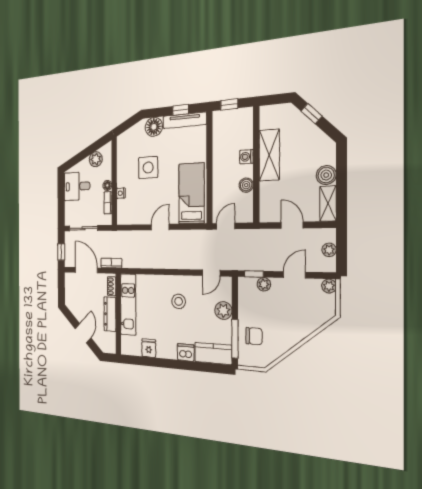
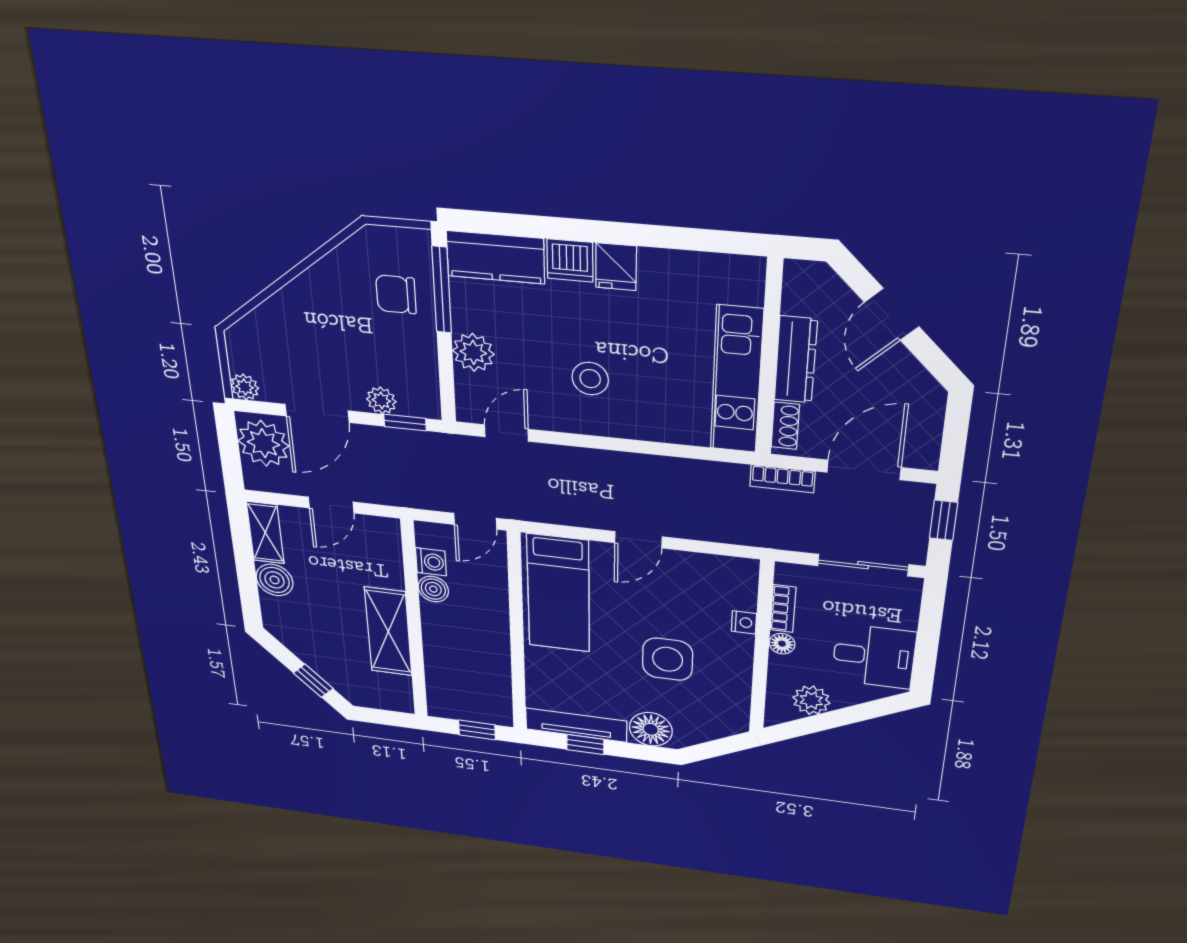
washing machine: (246, 157) -> (431, 562), moved
door: (292, 225) -> (331, 505), hinge flipped
plant: (329, 250) -> (263, 443), width x1.87, depth x1.87
door: (86, 270) -> (864, 470), swing flipped
door: (294, 275) -> (317, 413), width x1.38
fridge: (149, 348) -> (616, 267), moved

